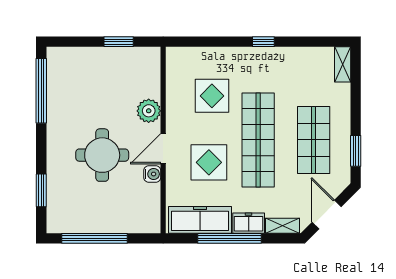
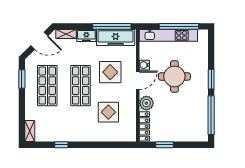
window: (263, 42) -> (61, 145), moved
locker: (152, 72) -> (144, 126), added
shop shelf: (258, 140) -> (81, 86), width x0.71
window: (41, 190) -> (211, 79), moved
door: (327, 214) -> (39, 41), hinge flipped
kitchen unit: (112, 223) -> (168, 35), added
window: (230, 238) -> (112, 26), moved

